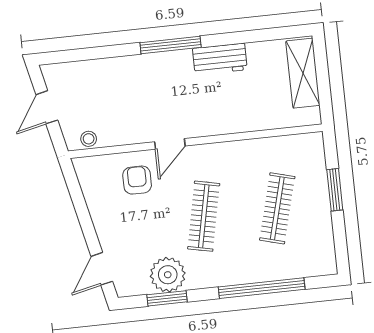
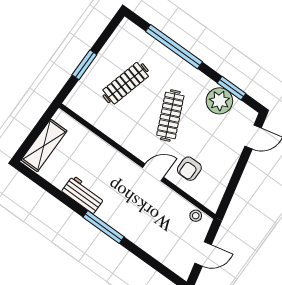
clothes rail: (204, 216) -> (170, 115), turned -36

